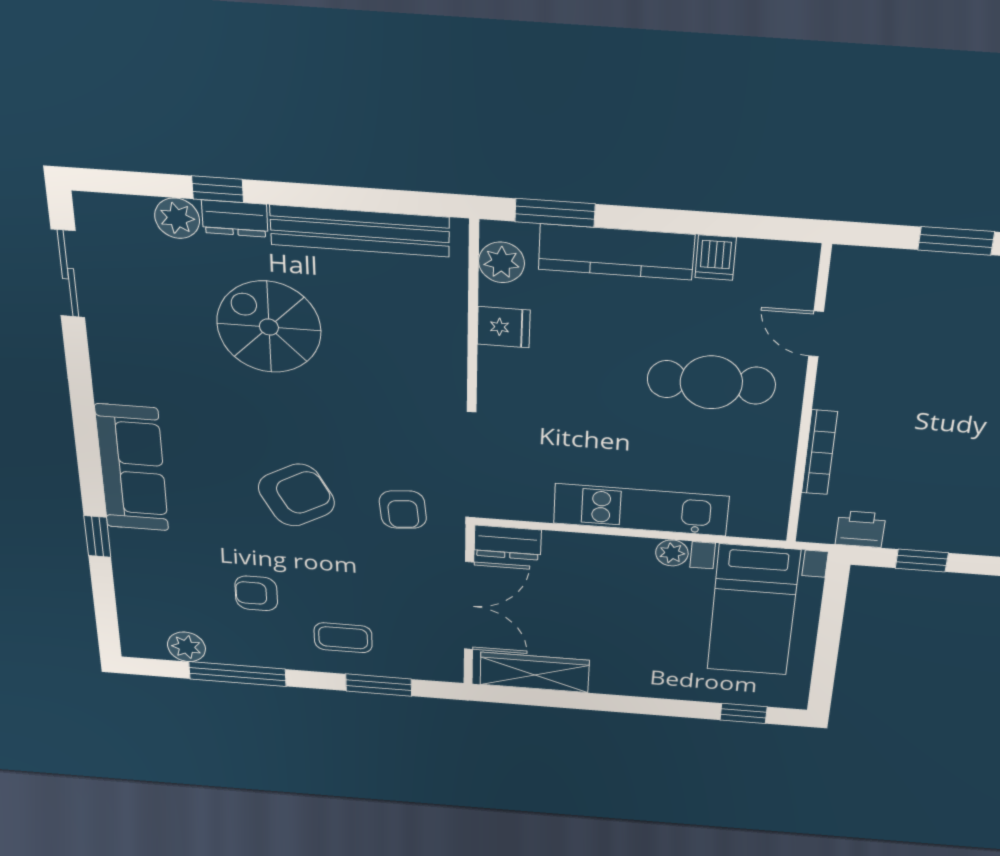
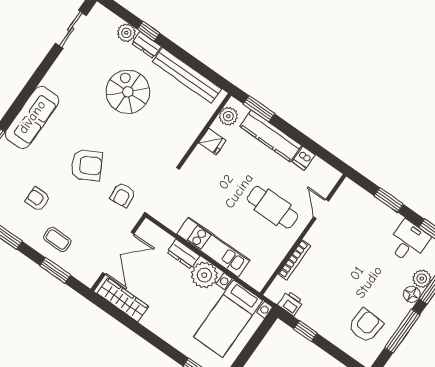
dresser: (508, 543) -> (183, 254), moved
plant: (672, 553) -> (204, 275), width x1.88, depth x1.88

